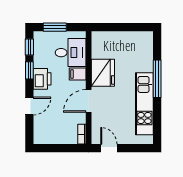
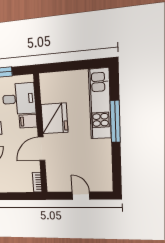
kitchen unit: (144, 104) -> (100, 104), moved
door: (109, 148) -> (81, 196), moved

